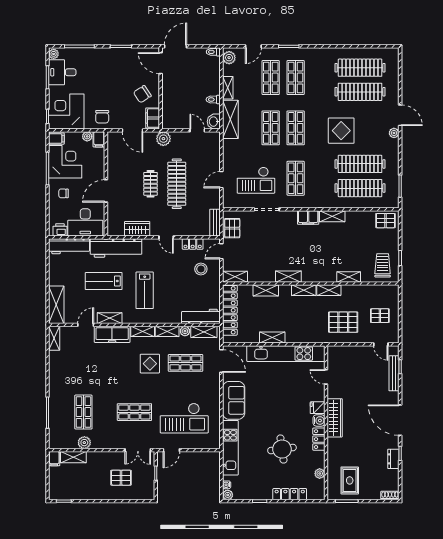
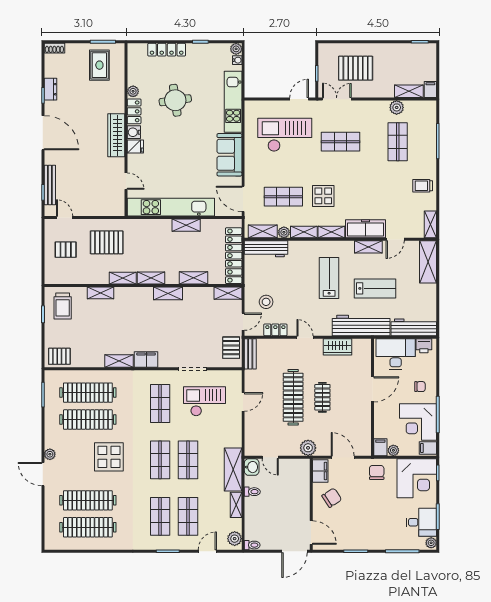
trolley: (61, 373) -> (423, 186), added
plant: (320, 474) -> (133, 91), moved
pallet: (121, 478) -> (356, 68), width x1.50, depth x1.42

